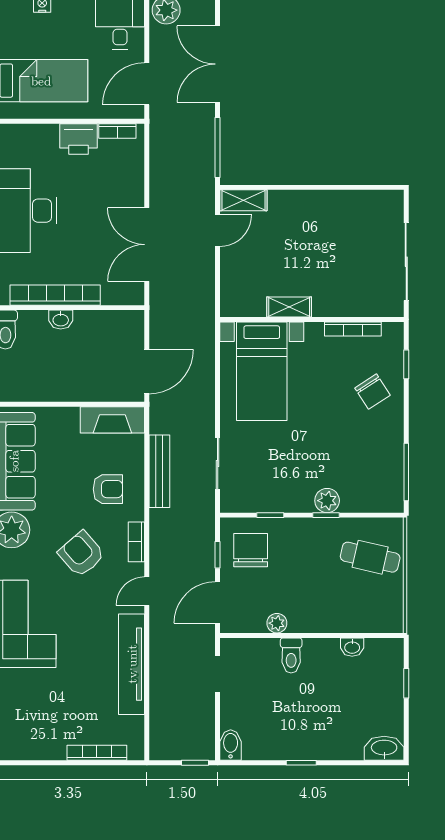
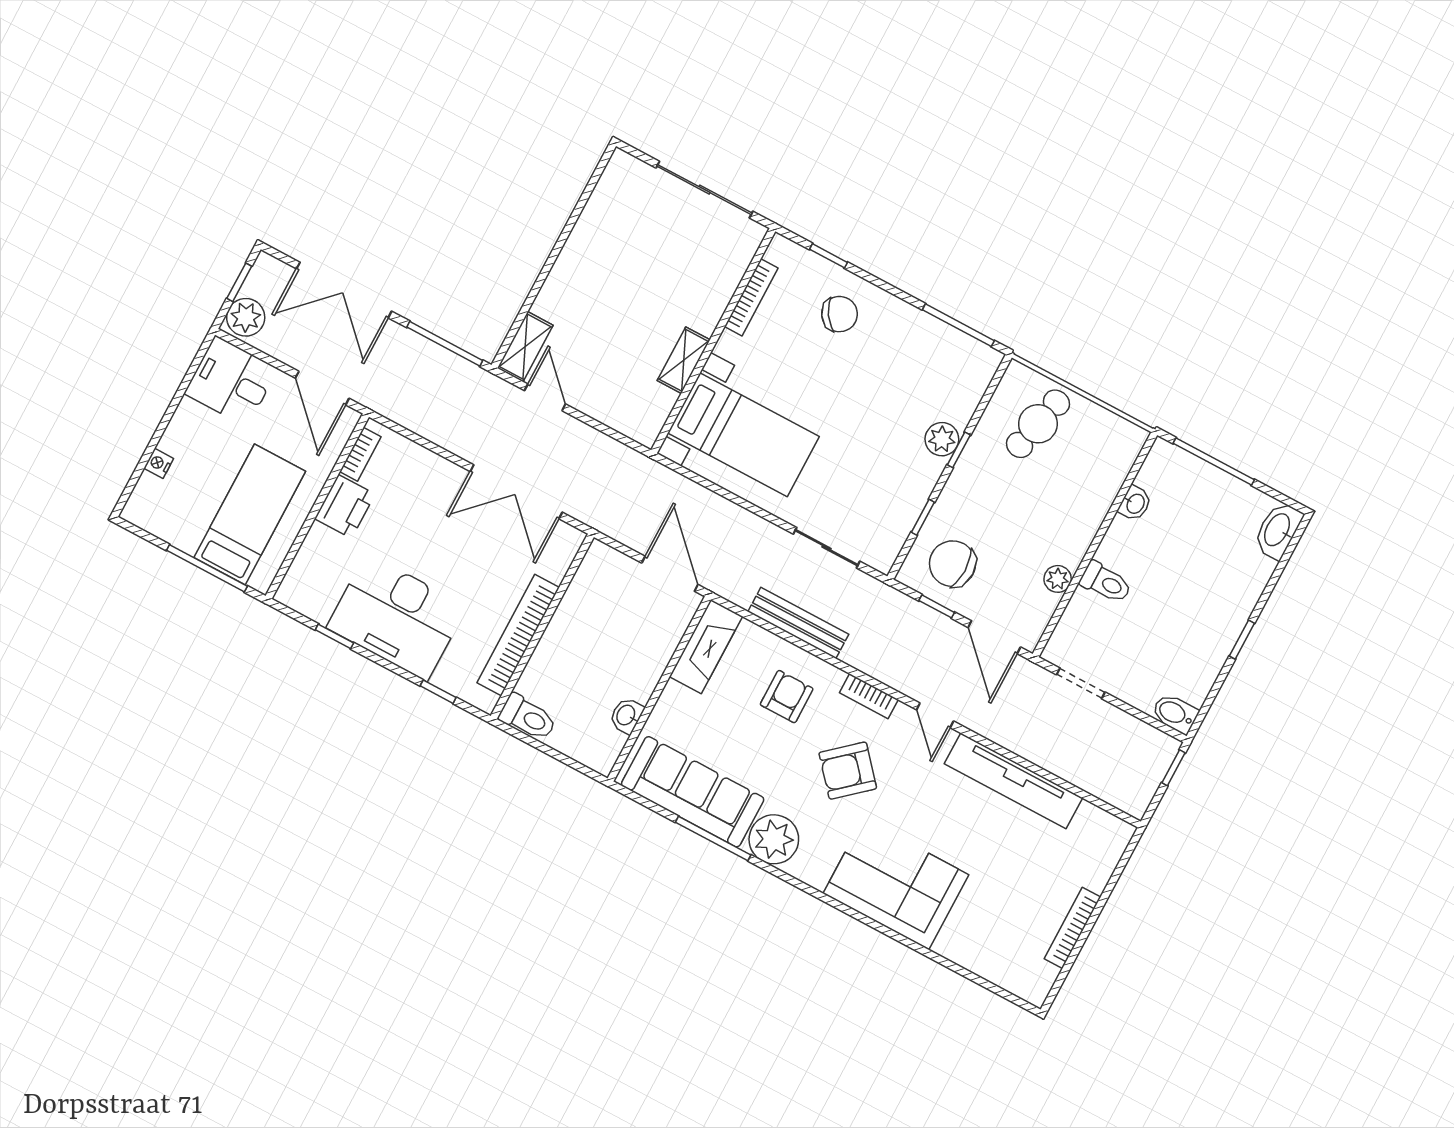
washbasin: (61, 320) -> (626, 715), moved, turned 180
window: (406, 683) -> (1214, 461), width x2.17
bookcase: (97, 753) -> (1072, 928), moved

